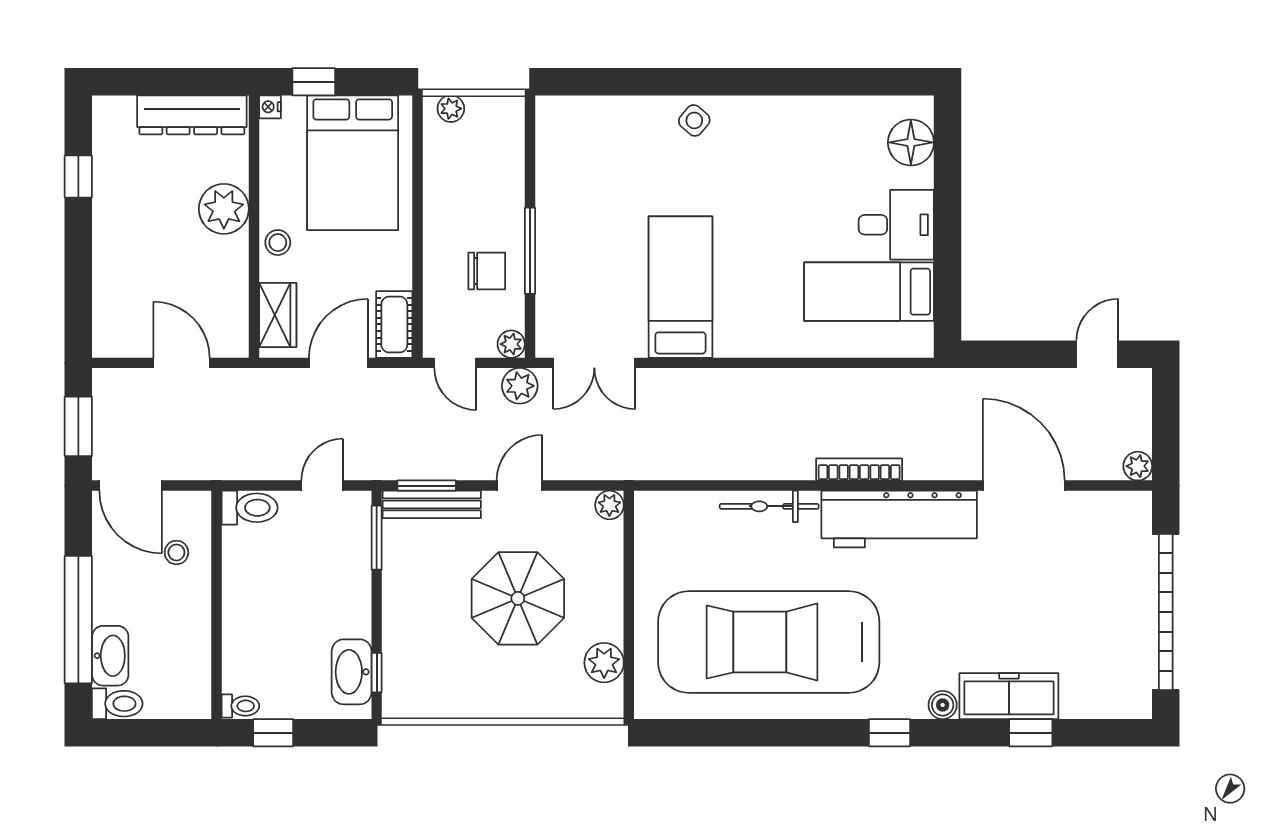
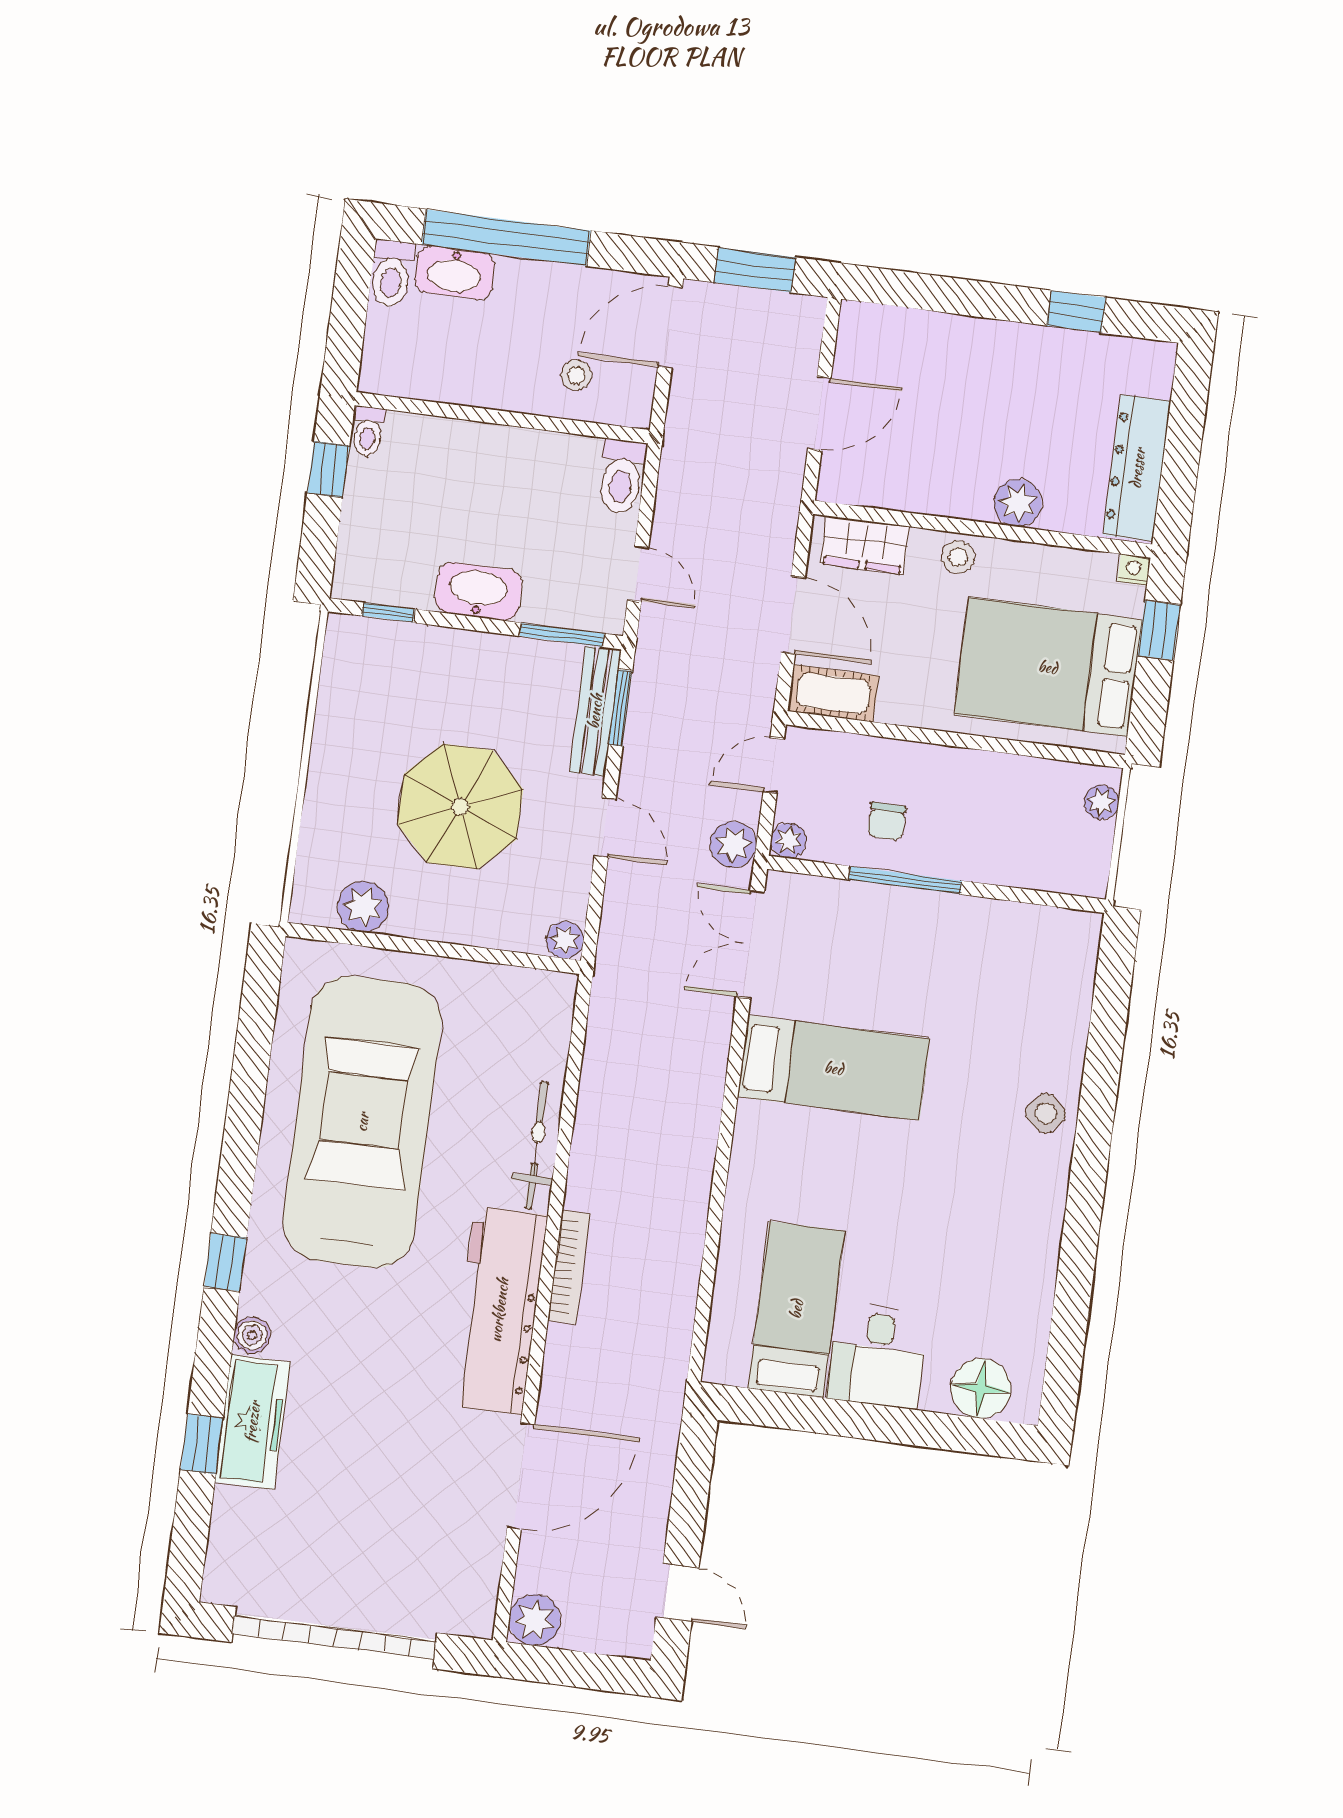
plant: (224, 209) -> (1018, 503), width x0.73, depth x0.73
chair: (487, 271) -> (887, 821), width x0.73, depth x0.73
plant: (1138, 466) -> (535, 1620), width x1.38, depth x1.38
washbasin: (352, 672) -> (478, 591), moved

